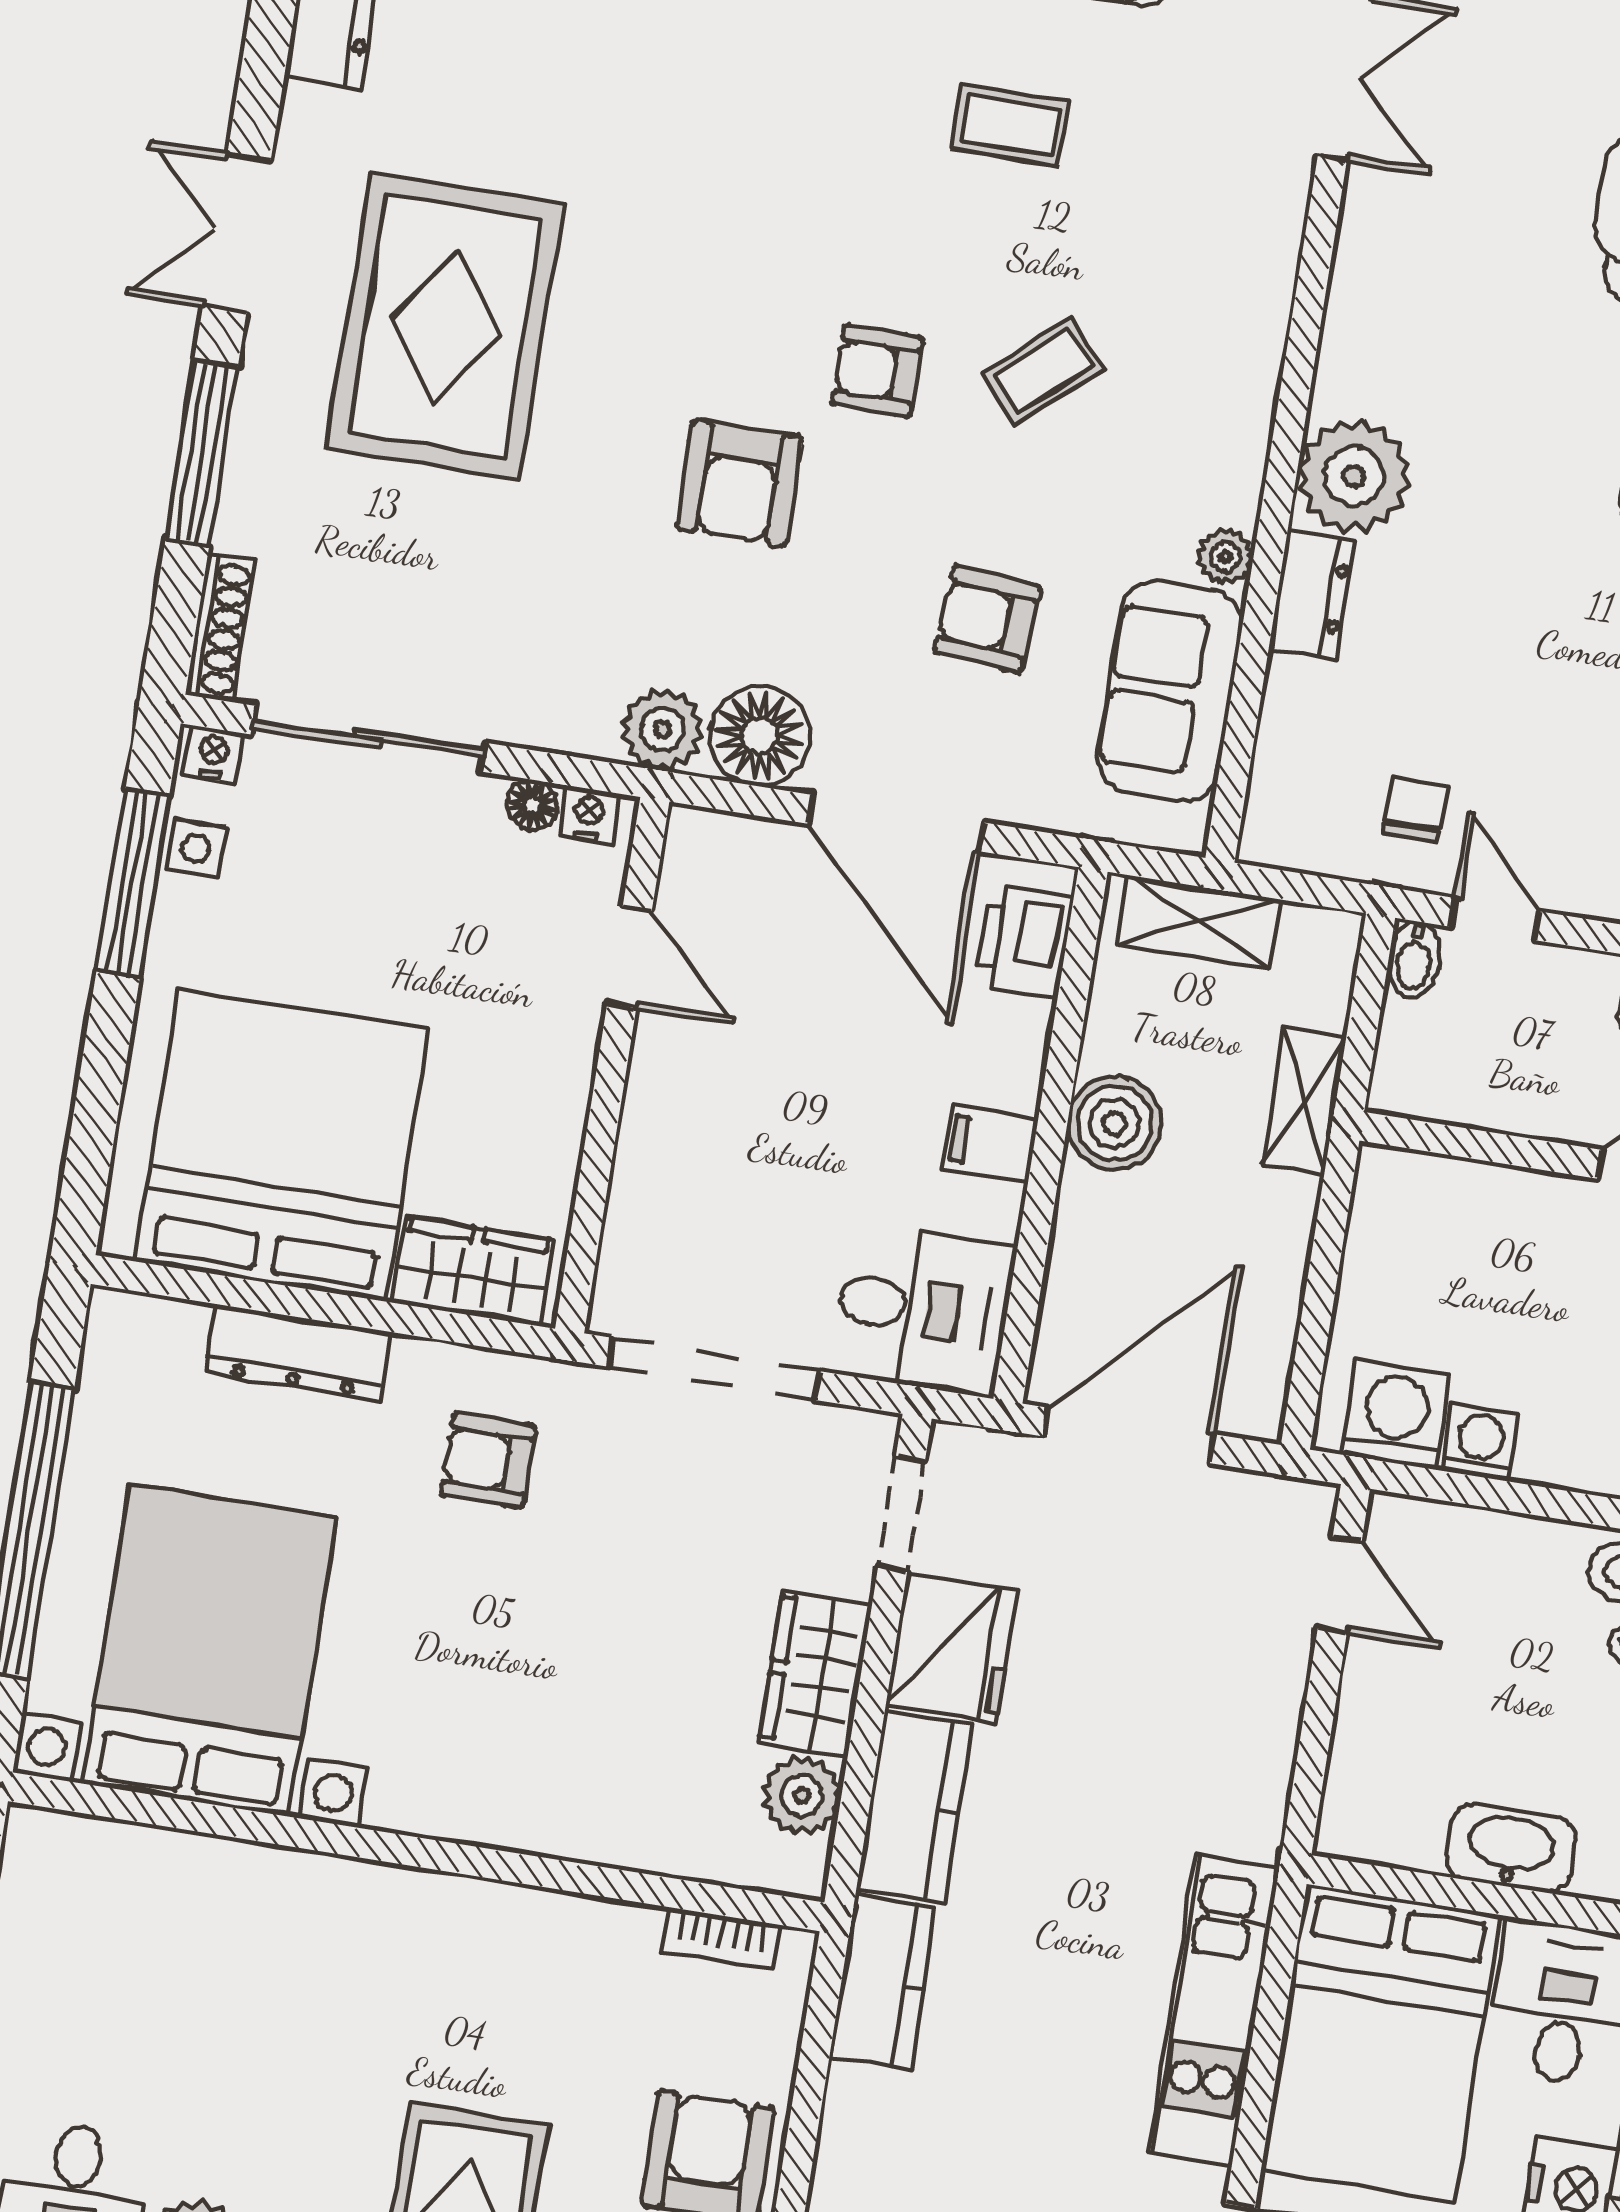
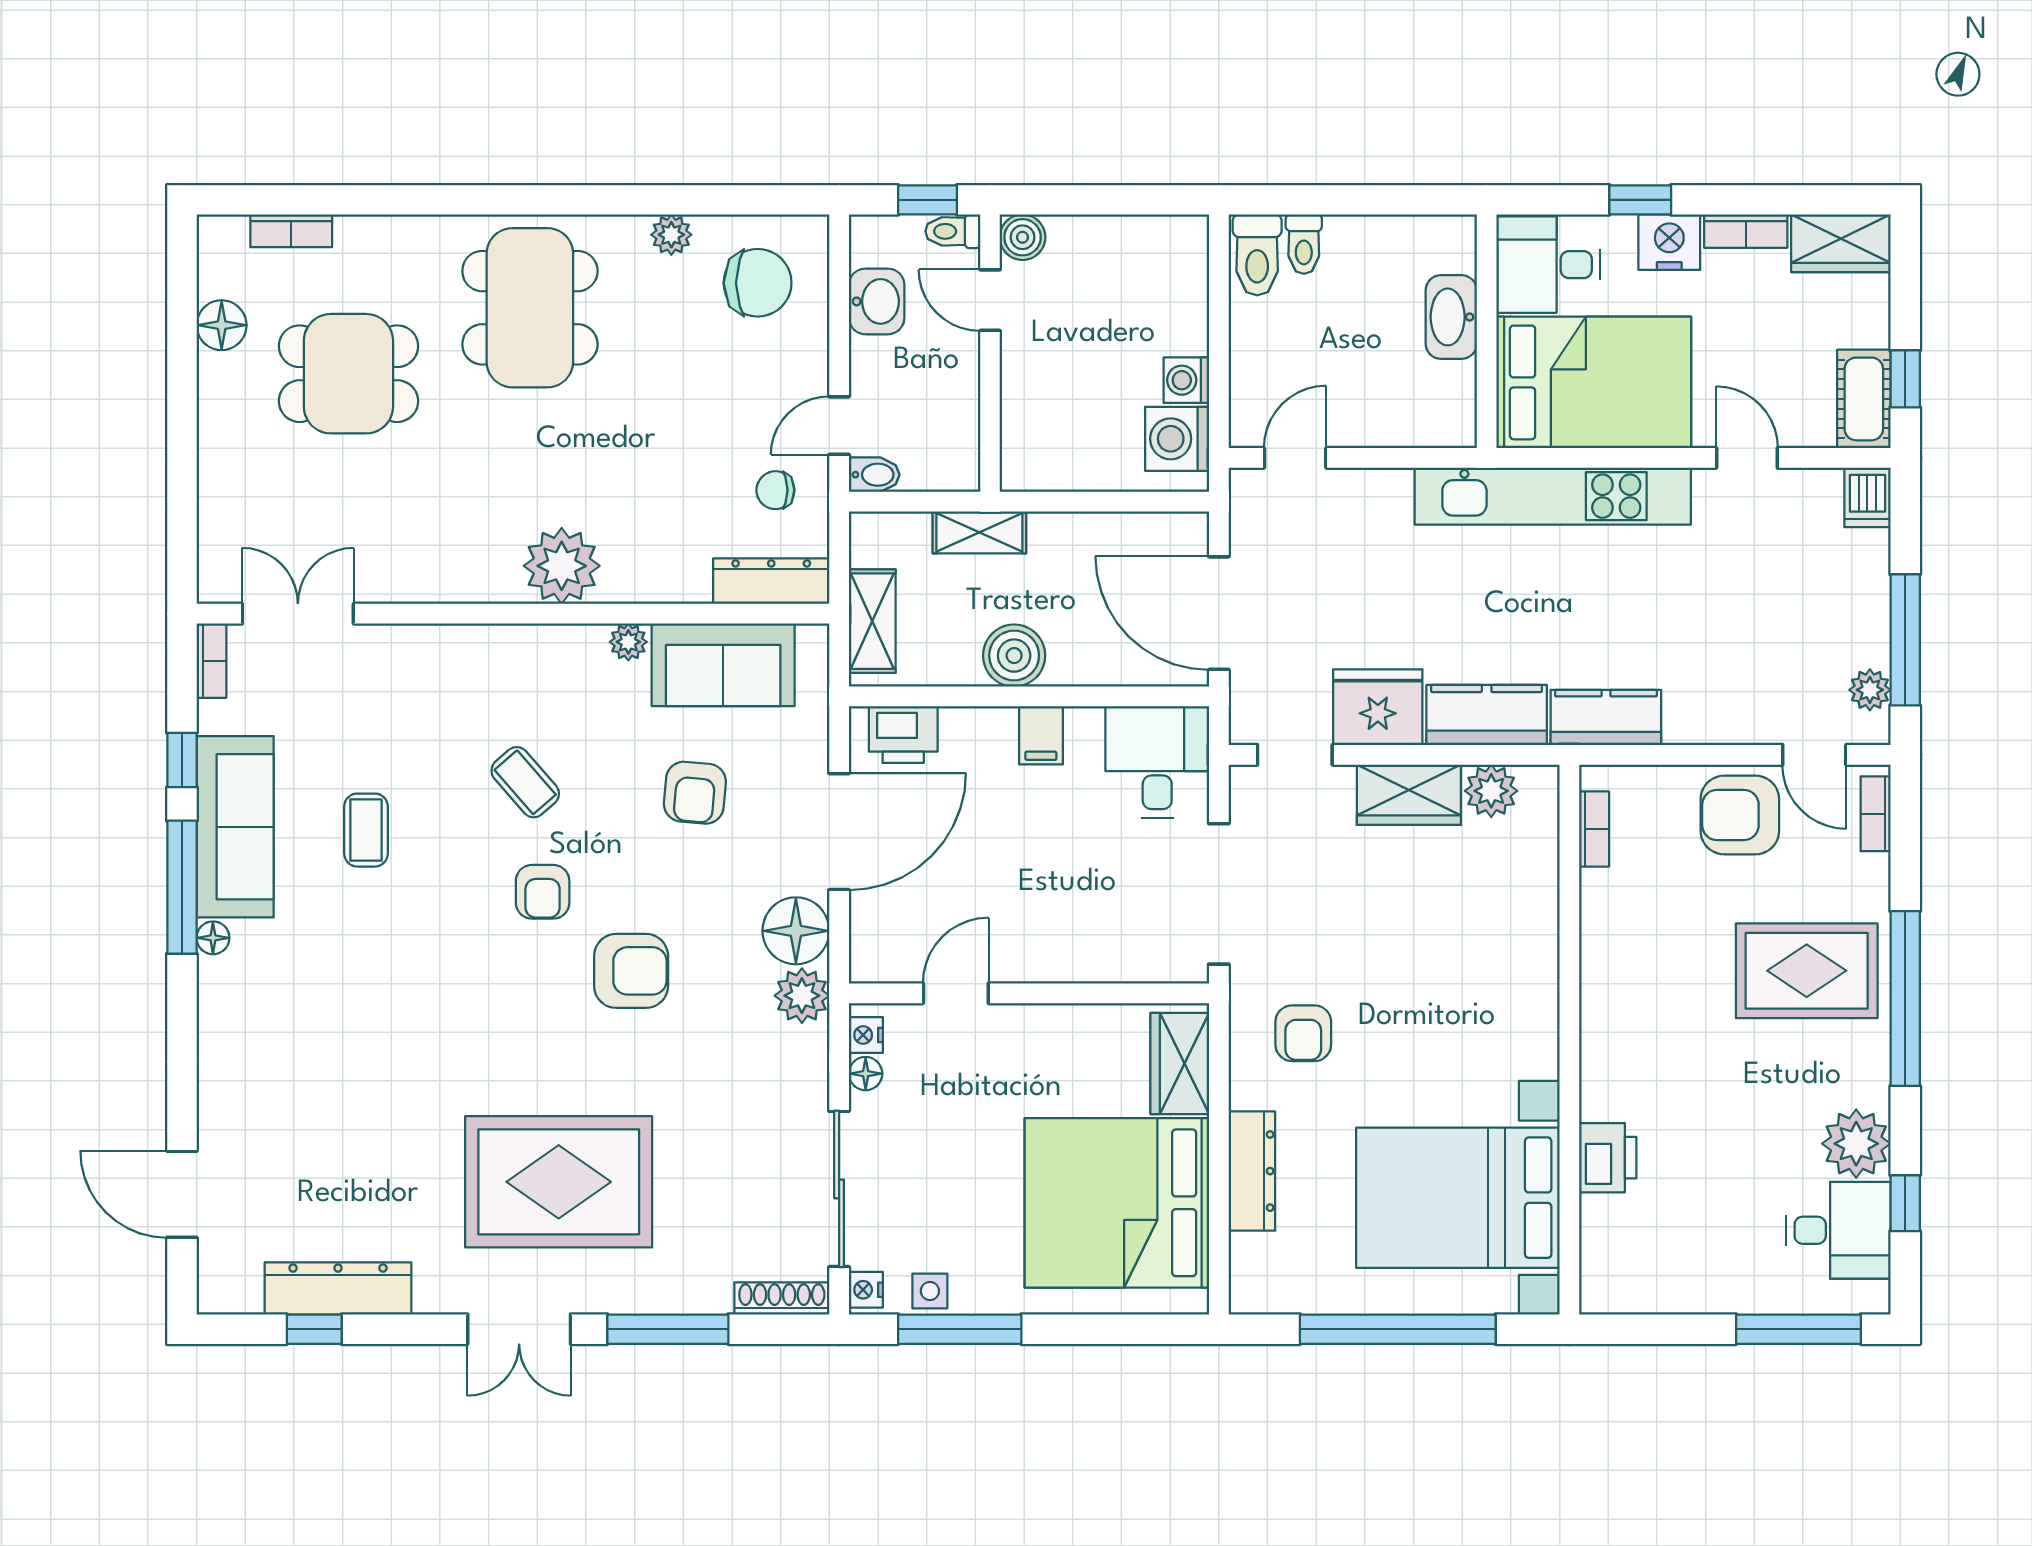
dresser: (1312, 594) -> (771, 581), moved, width x1.44
printer: (233, 1881) -> (1608, 1158), added
kitchen unit: (1214, 2010) -> (1553, 496), width x1.36

